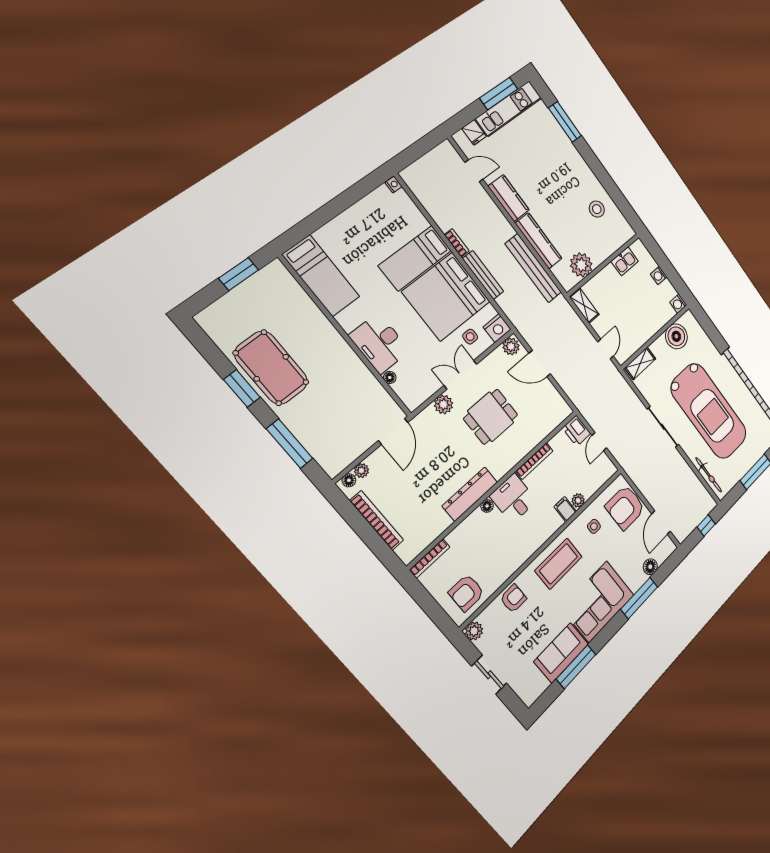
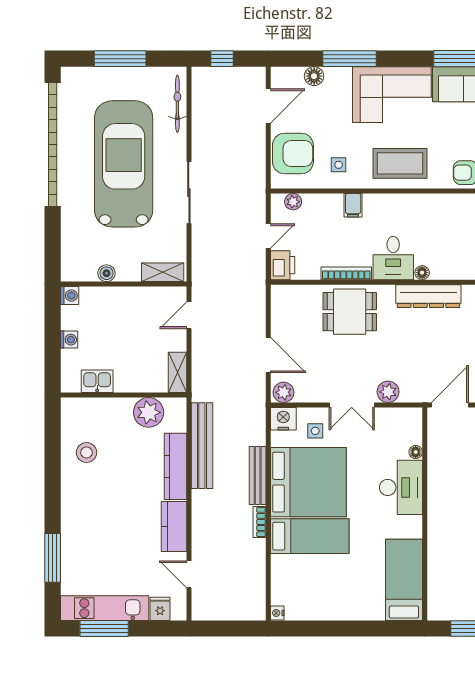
boiler: (676, 336) -> (106, 273), width x0.54, depth x0.54
dining table: (491, 417) -> (350, 312), moved
plant: (578, 500) -> (293, 202), moved

